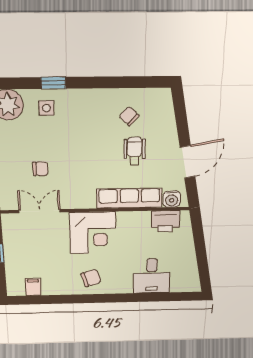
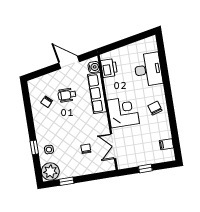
desk: (152, 276) -> (148, 69), width x1.37

